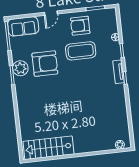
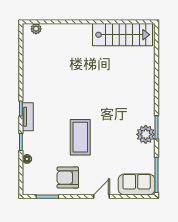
armchair: (80, 26) -> (68, 178), turned 180
coffee table: (81, 51) -> (80, 137), moved, turned 90
armchair: (45, 64) -> (116, 137), removed

